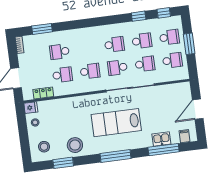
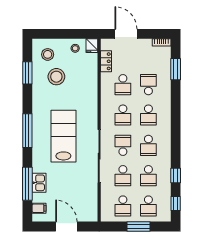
school desk: (87, 48) -> (148, 115), added
stool: (75, 145) -> (56, 77), moved

